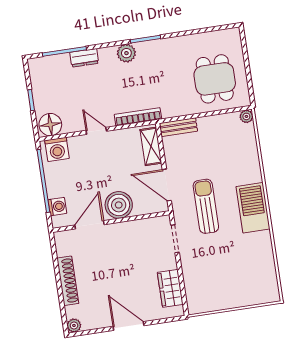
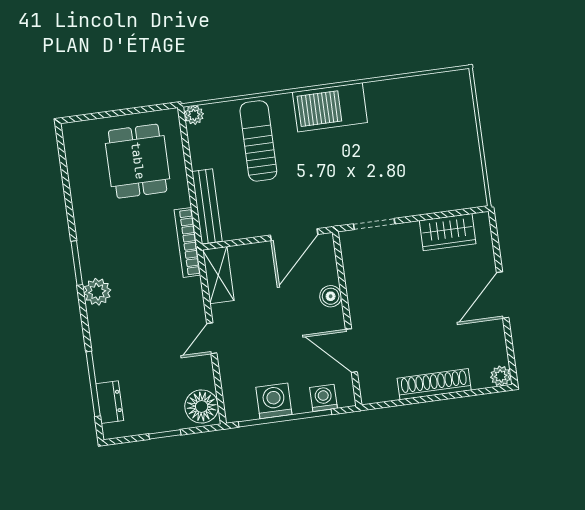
dresser: (84, 58) -> (110, 402), moved
dining table: (215, 79) -> (138, 161), turned 90
bookcase: (138, 117) -> (187, 242), moved
bench: (179, 127) -> (207, 206), width x1.36
shelving: (151, 146) -> (218, 275), moved, turned 90
washing machine: (57, 149) -> (274, 401), moved, turned -90
boiler: (119, 205) -> (331, 296), width x0.54, depth x0.54
sun lounger: (206, 206) -> (258, 141), moved, turned 90

